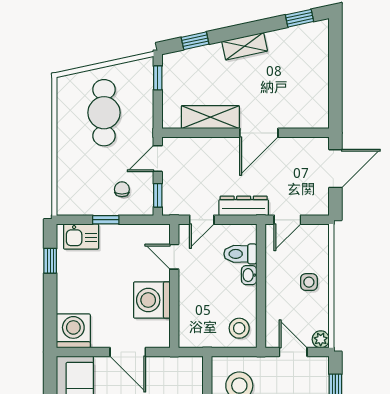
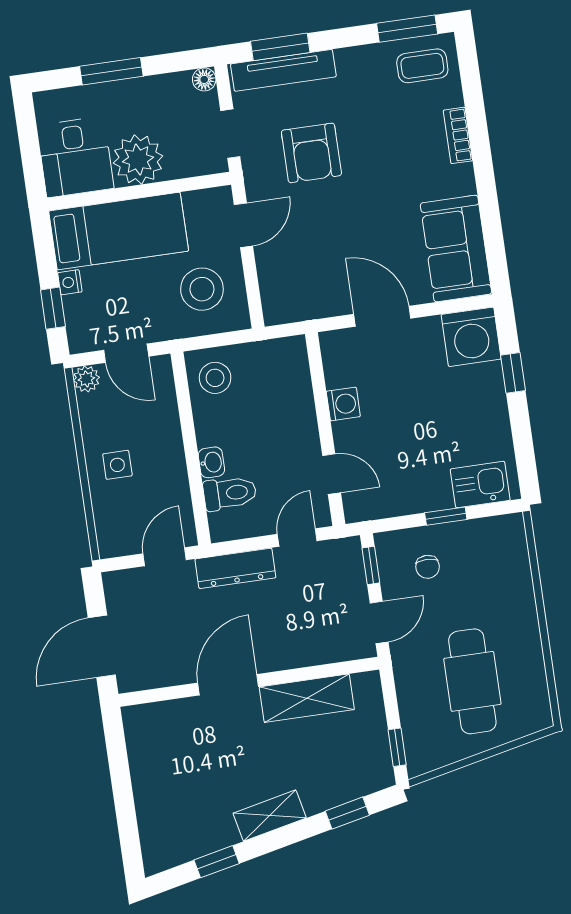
window: (300, 18) -> (217, 862), moved
window: (50, 261) -> (513, 373), moved
washing machine: (152, 300) -> (343, 404), width x0.53, depth x0.53

